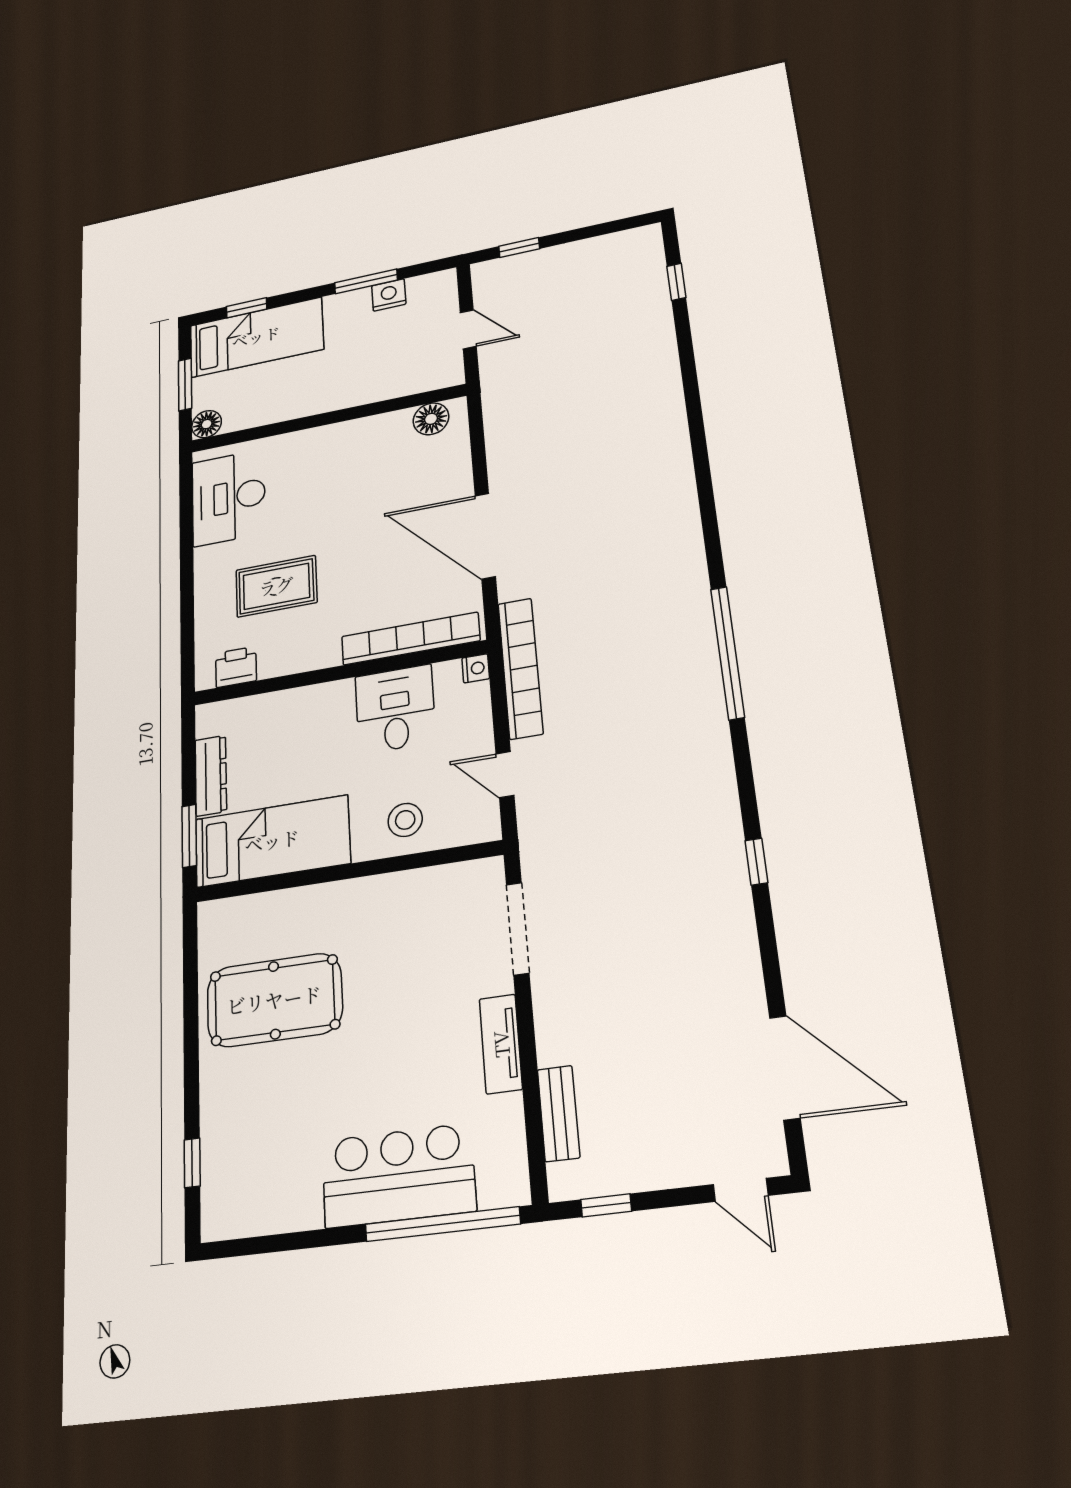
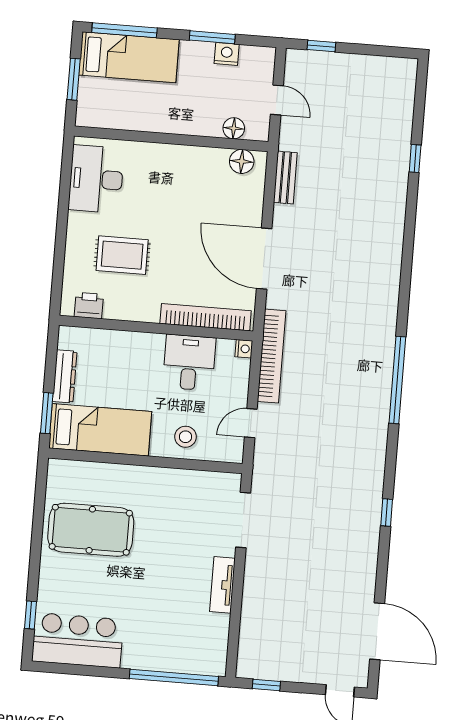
window: (676, 282) -> (415, 158), moved
window: (247, 308) -> (124, 30), width x2.17
floor lamp: (207, 424) -> (234, 128), moved
door: (505, 775) -> (251, 423), hinge flipped
bench: (559, 1113) -> (285, 178), moved
bar counter: (398, 1176) -> (78, 640), moved

